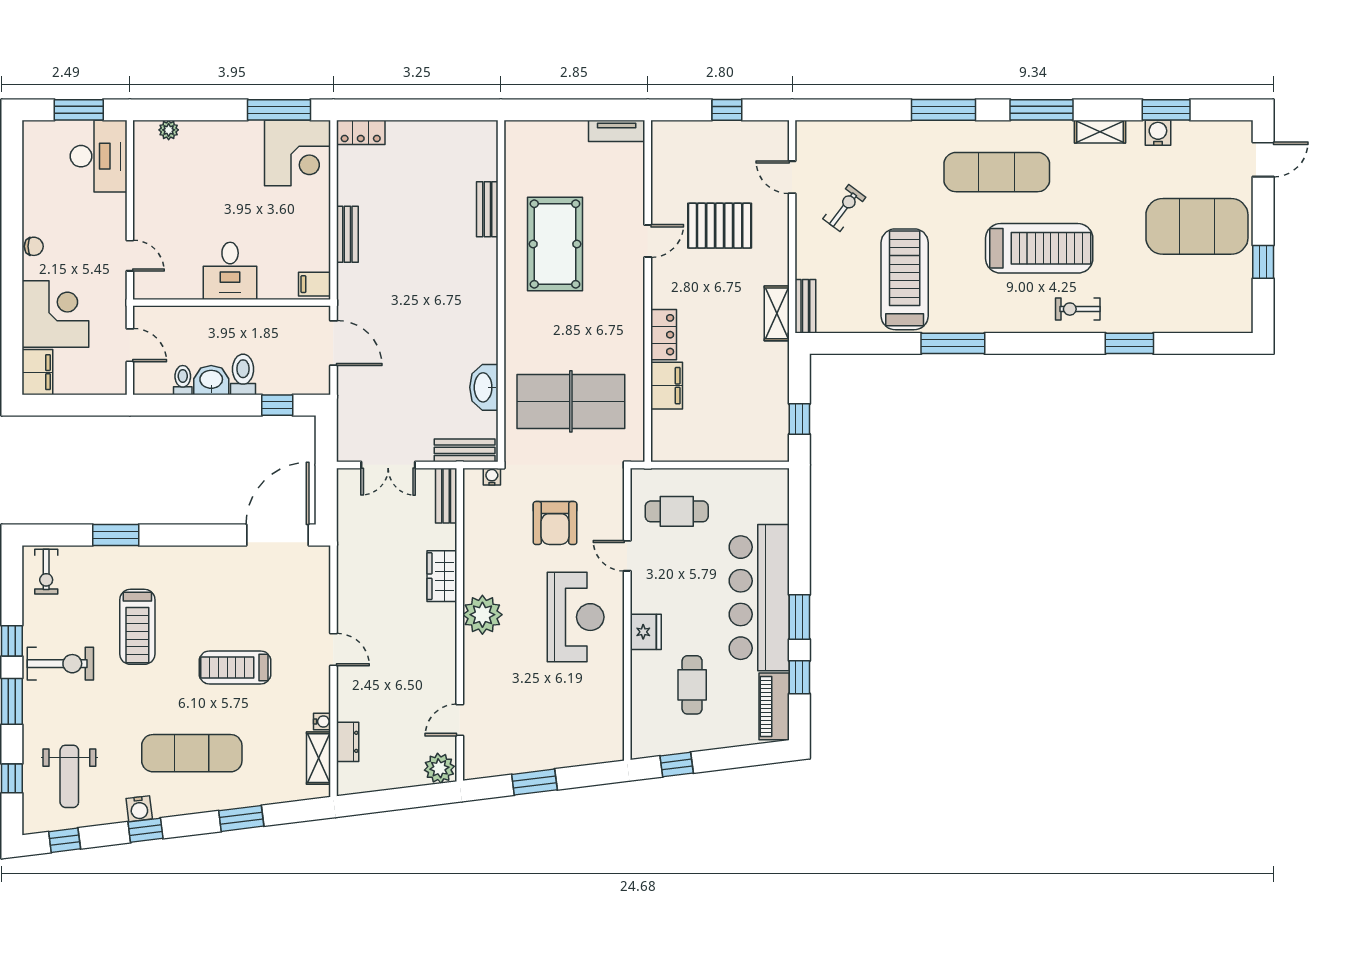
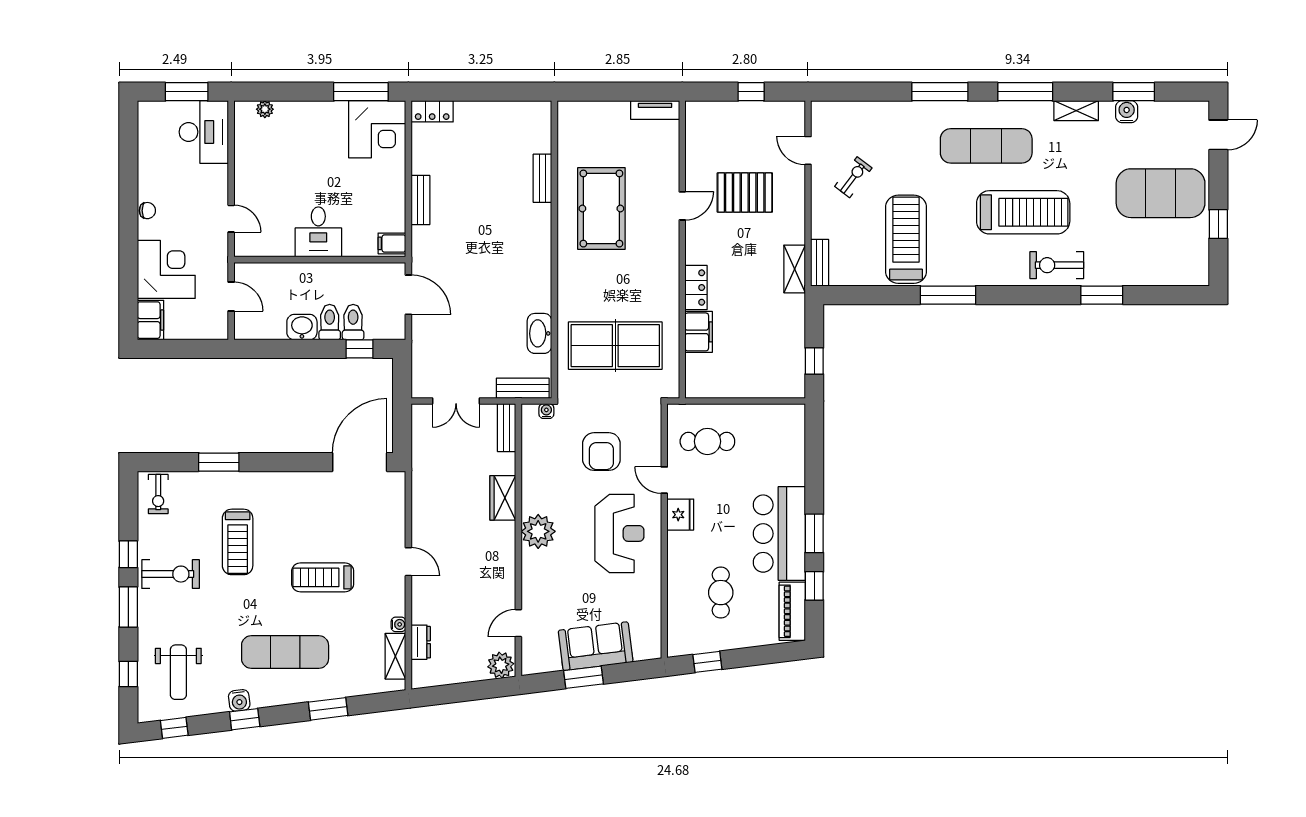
exercise bike: (1078, 309) -> (1057, 265), width x1.38, depth x1.39
toilet: (183, 380) -> (353, 322), moved, width x1.37, depth x1.39
bar counter: (759, 598) -> (779, 534), width x0.73
fridge: (646, 632) -> (680, 515), moved
sofa: (548, 746) -> (596, 646), added

